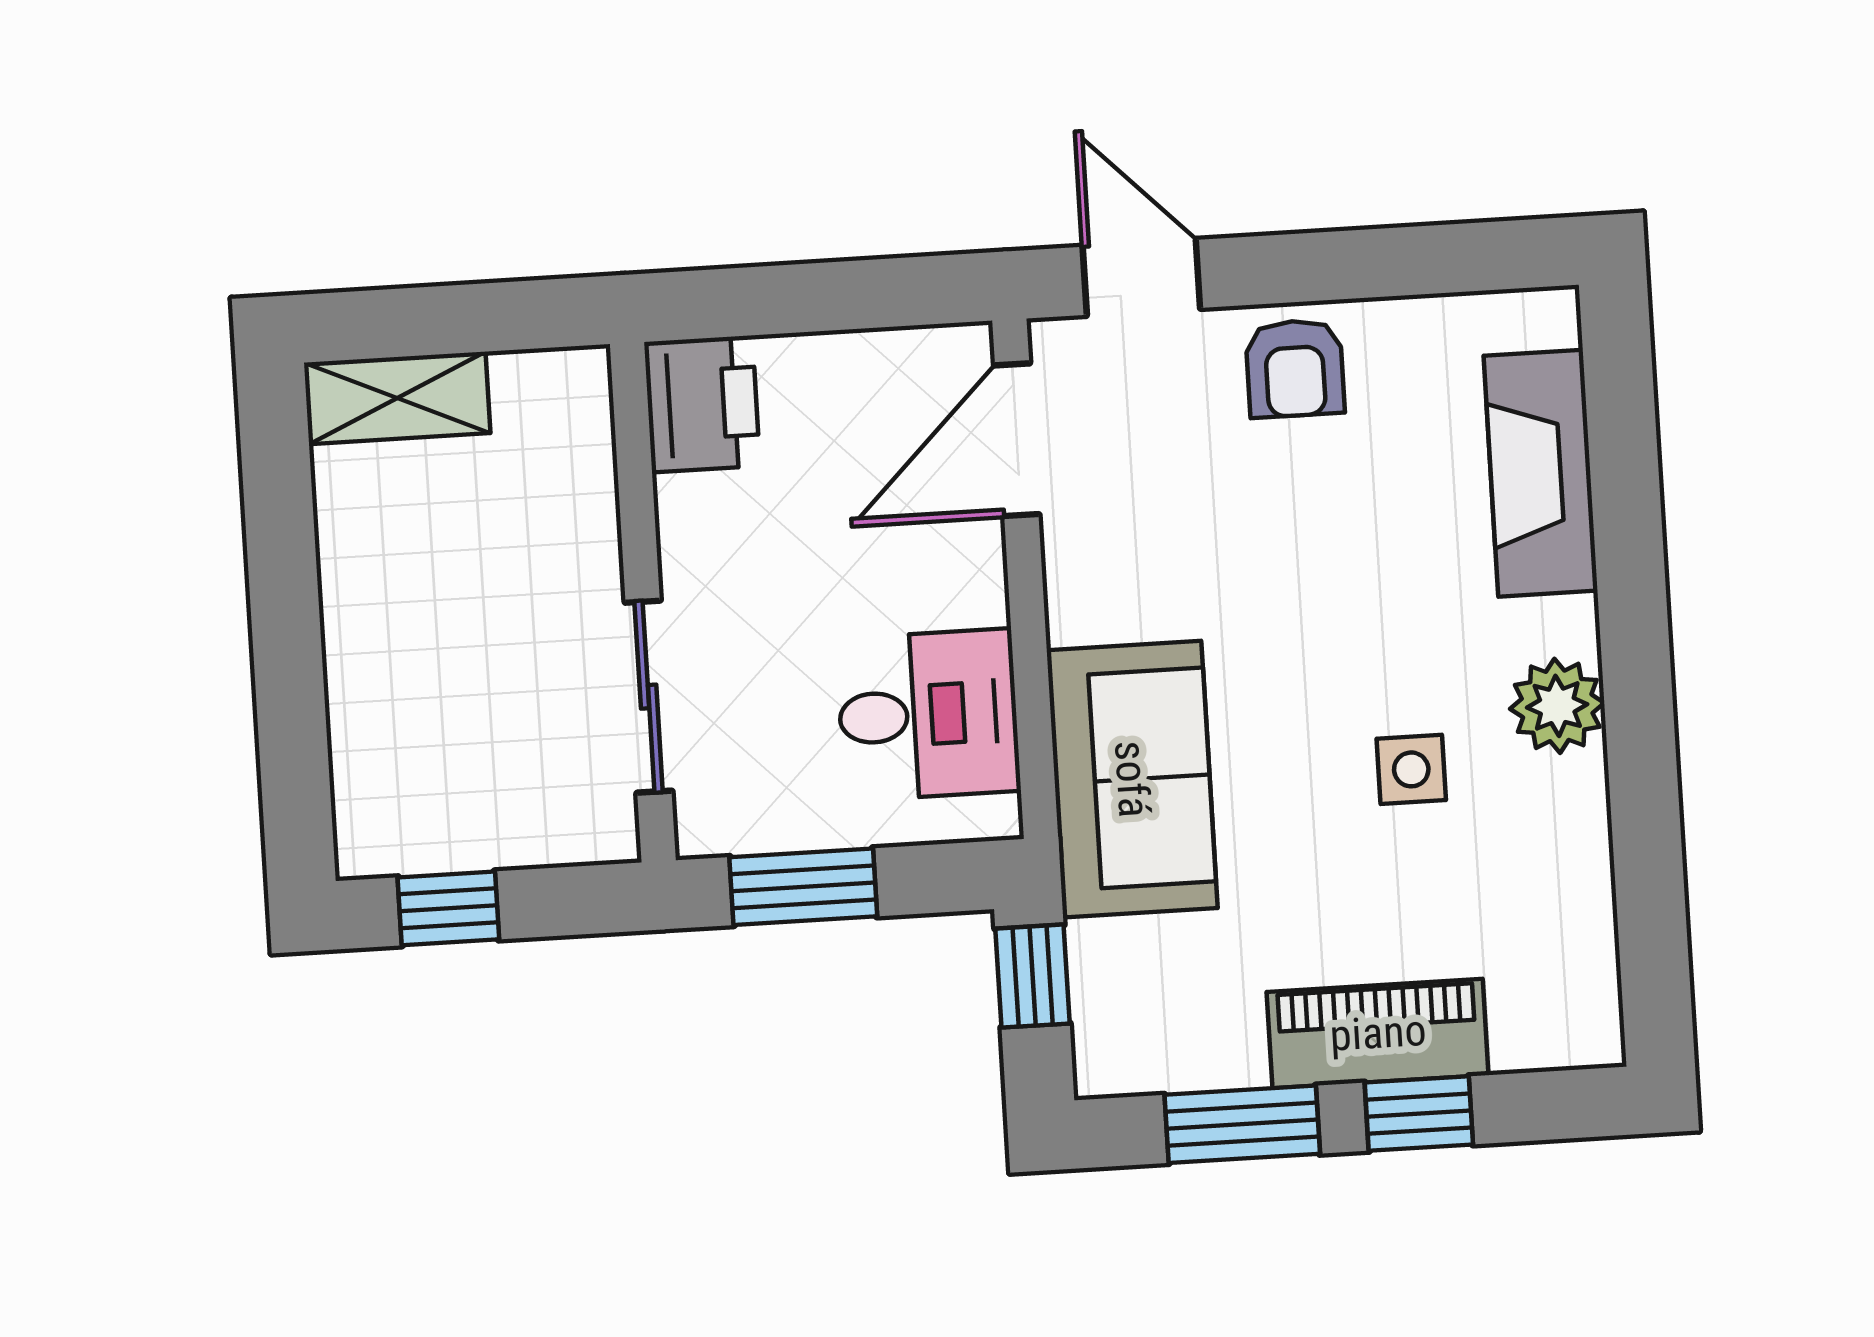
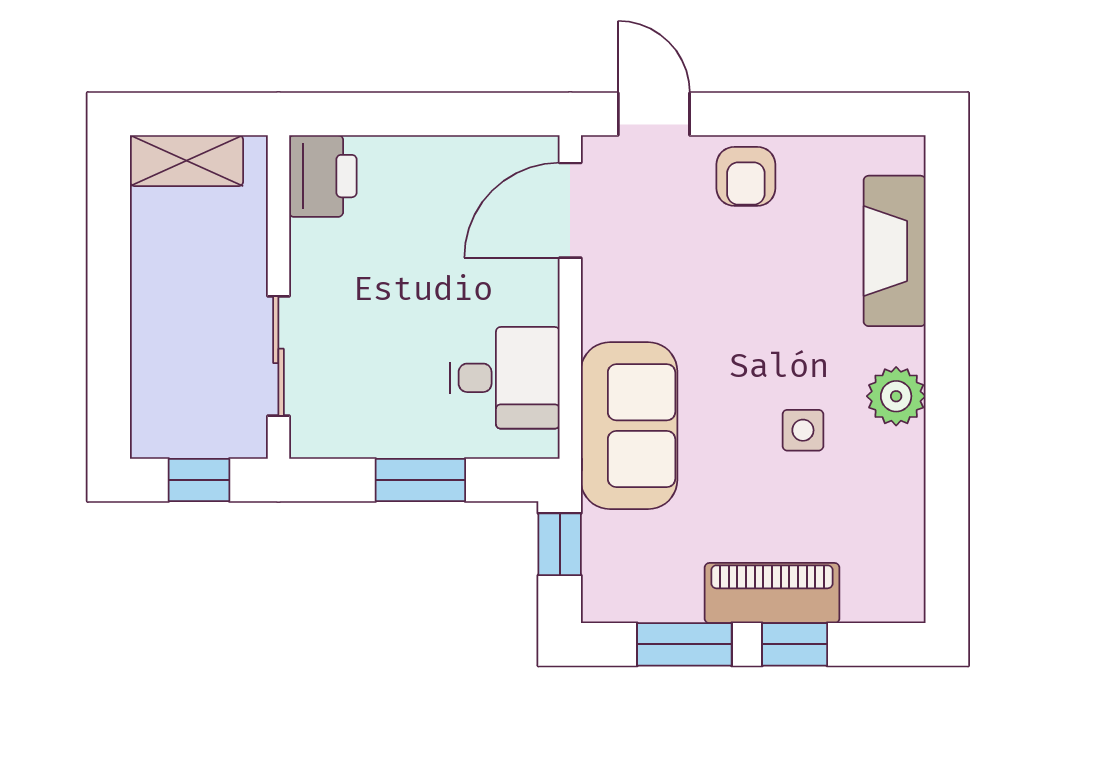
printer: (702, 404) -> (323, 176), moved
wall: (643, 602) -> (278, 297), moved
sliding door: (649, 697) -> (278, 356), moved

